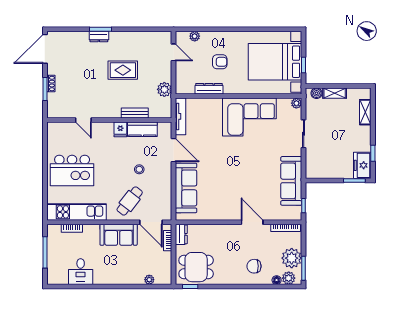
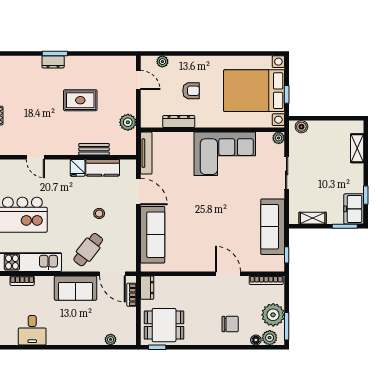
shelving: (335, 93) -> (313, 218), moved
chair: (254, 266) -> (230, 324), turned 180

